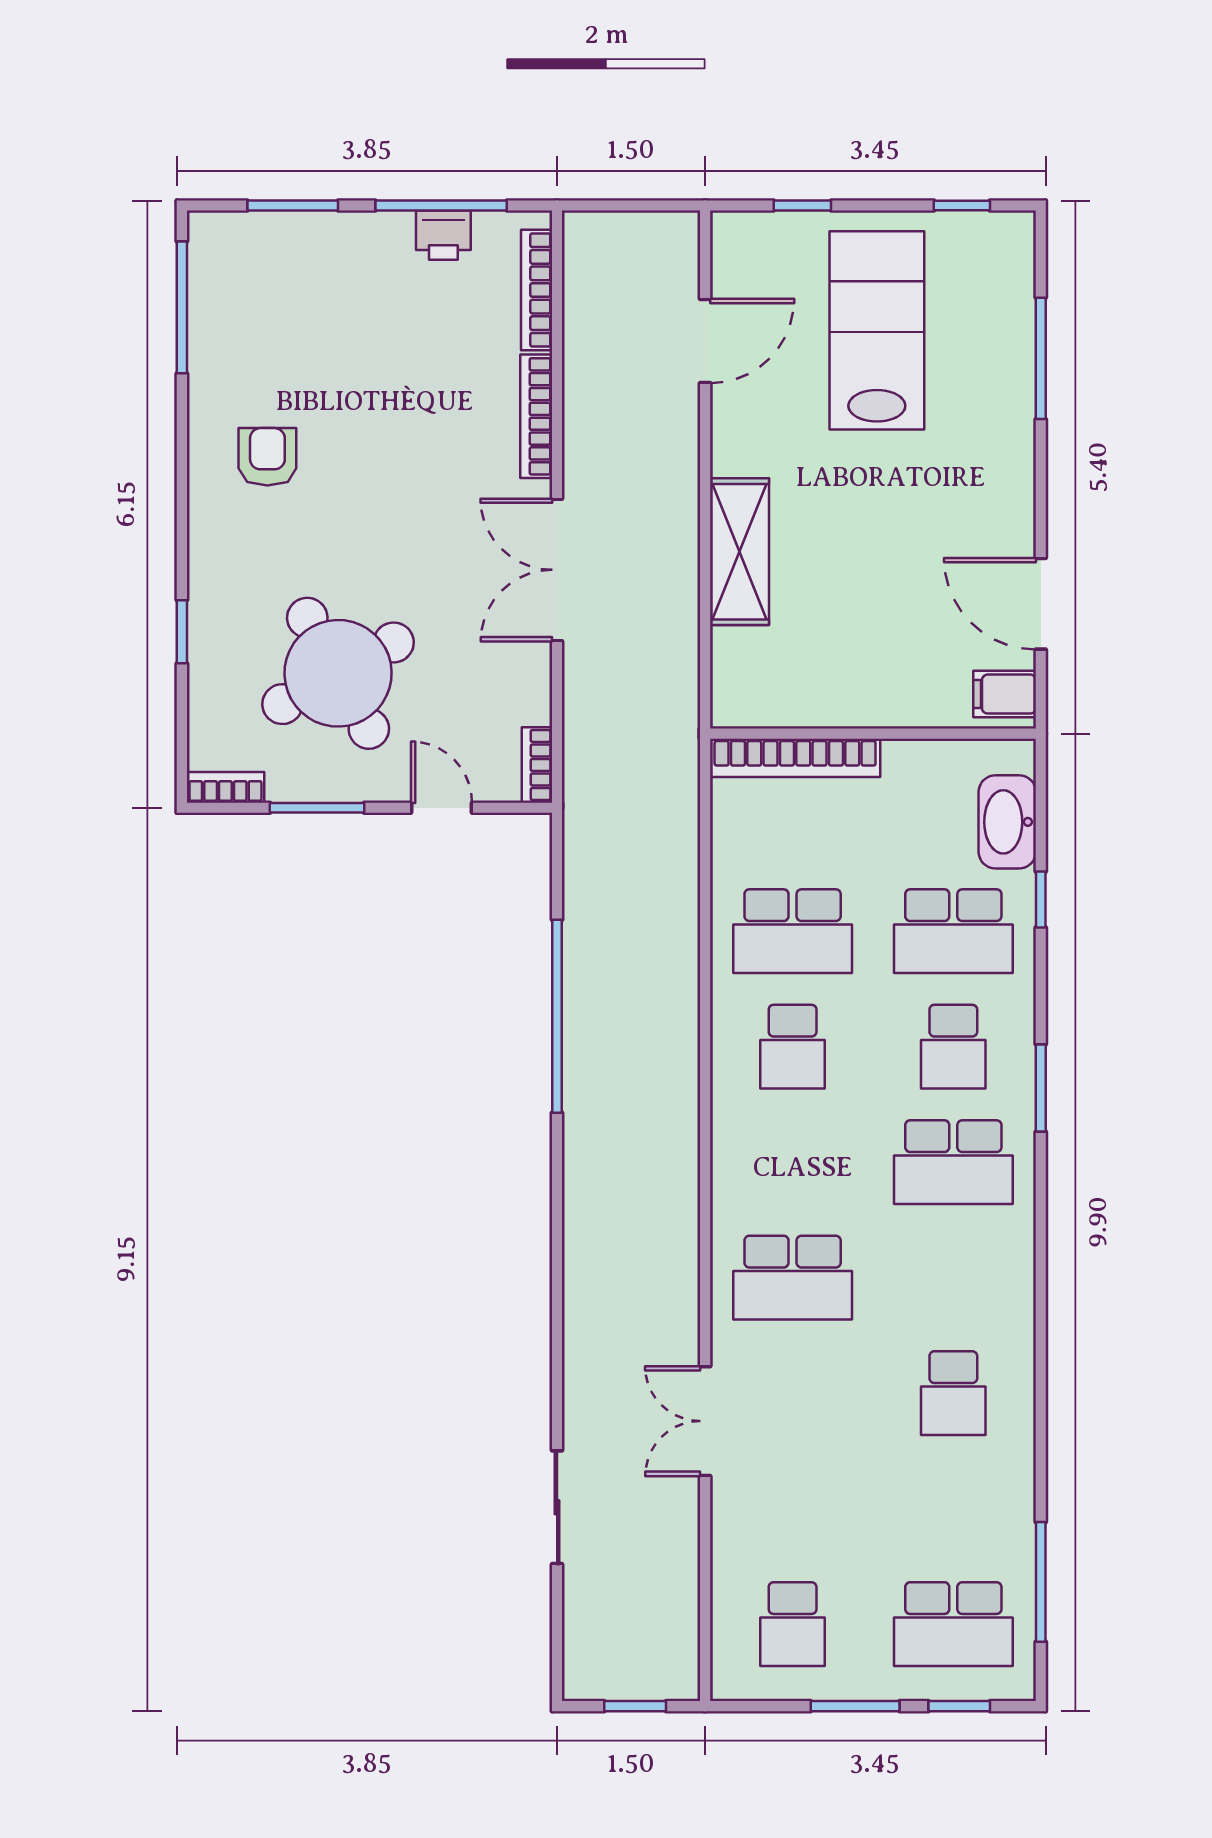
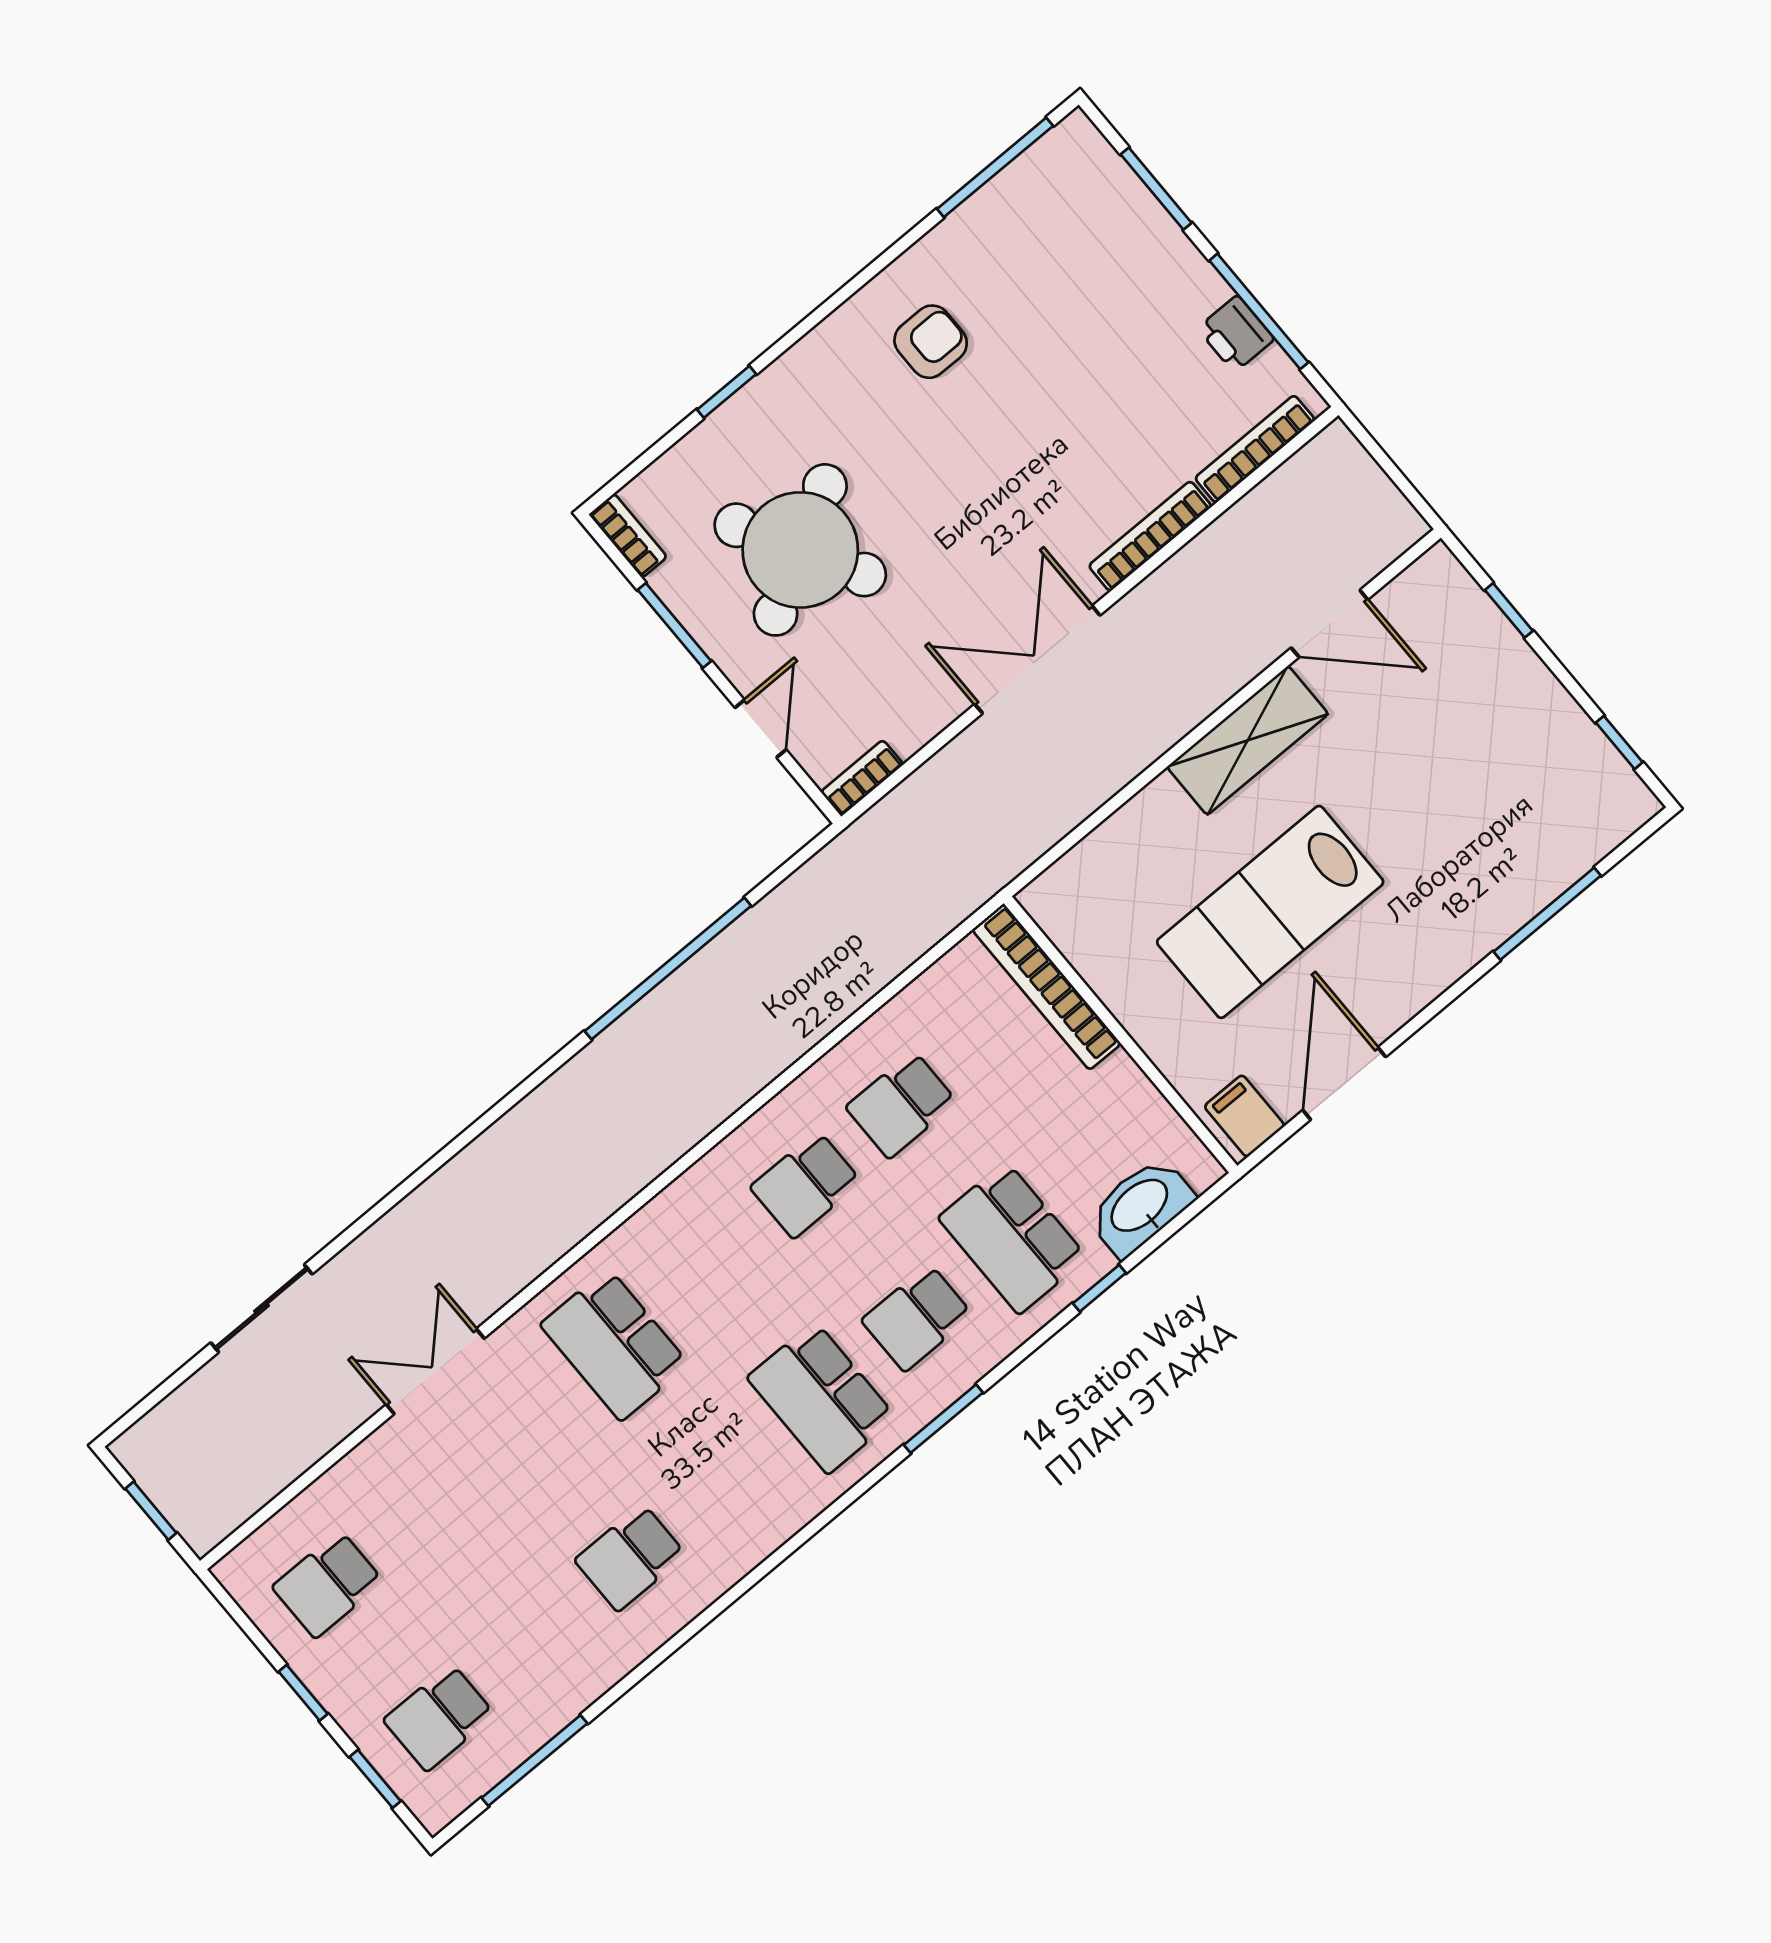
lab bench: (877, 330) -> (1270, 912), moved, turned 180
shelving: (739, 552) -> (1248, 740), moved
school desk: (793, 931) -> (901, 1105), width x0.54
school desk: (953, 1624) -> (439, 1717), width x0.54
window: (855, 1706) -> (303, 1693), width x0.67

